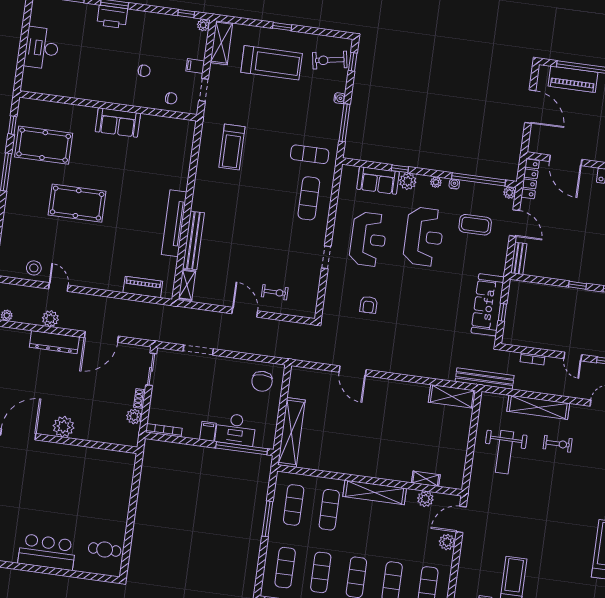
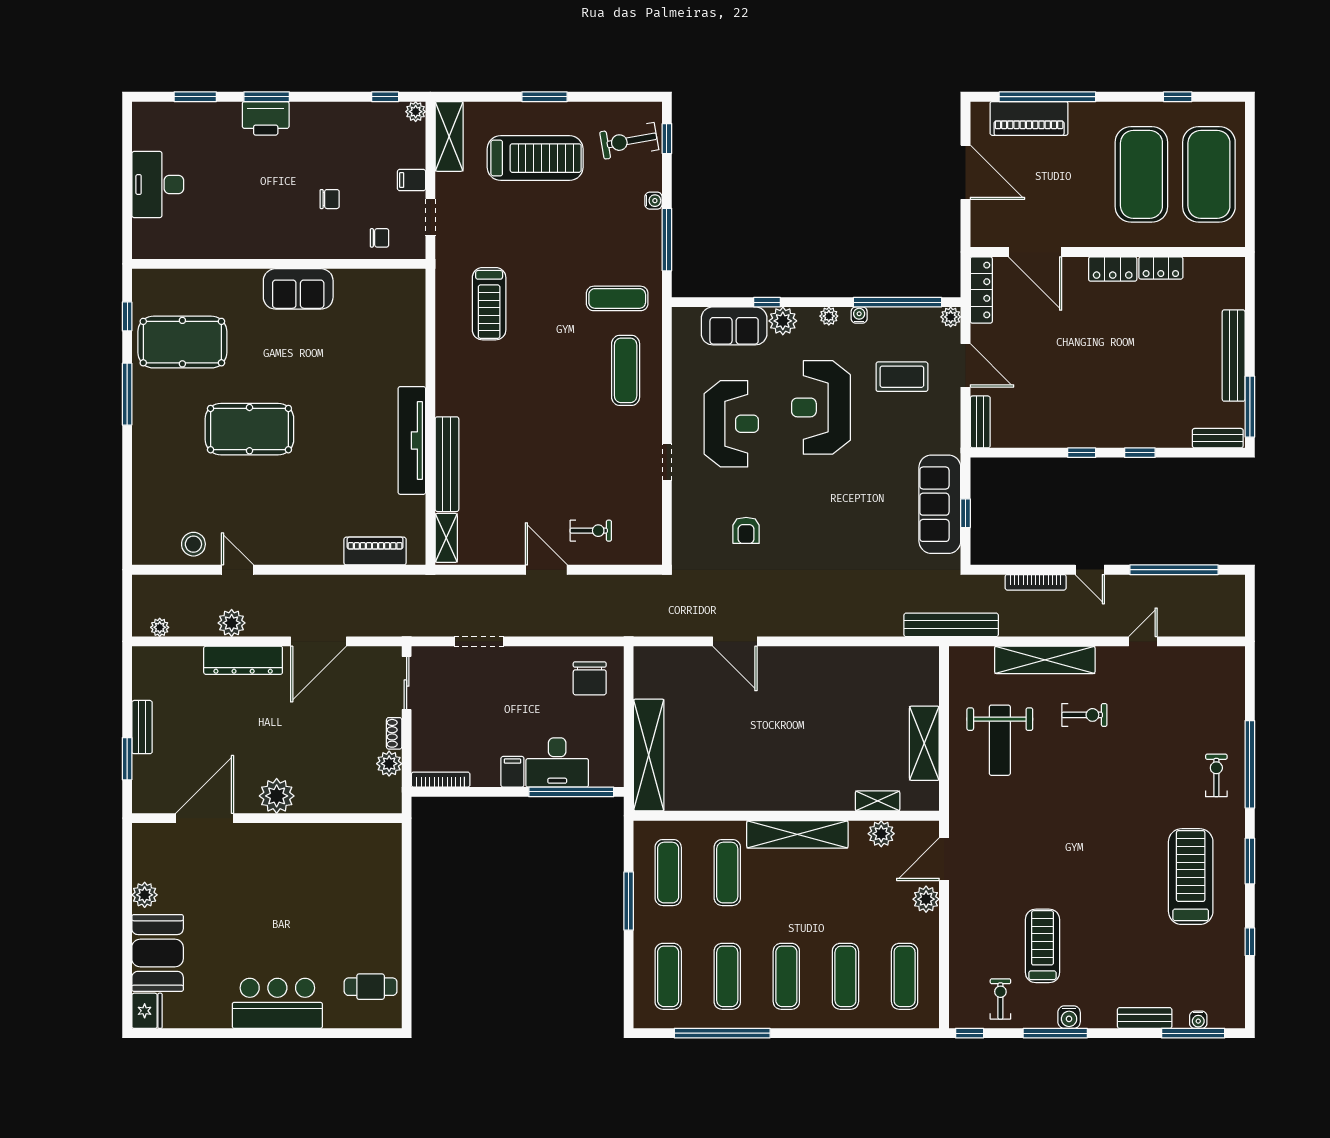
window: (282, 27) -> (544, 97), width x1.50
reception desk: (424, 237) -> (821, 407), turned 180
bookcase: (532, 359) -> (1036, 582), width x1.56
shelving: (452, 396) -> (924, 743), moved, turned 90

